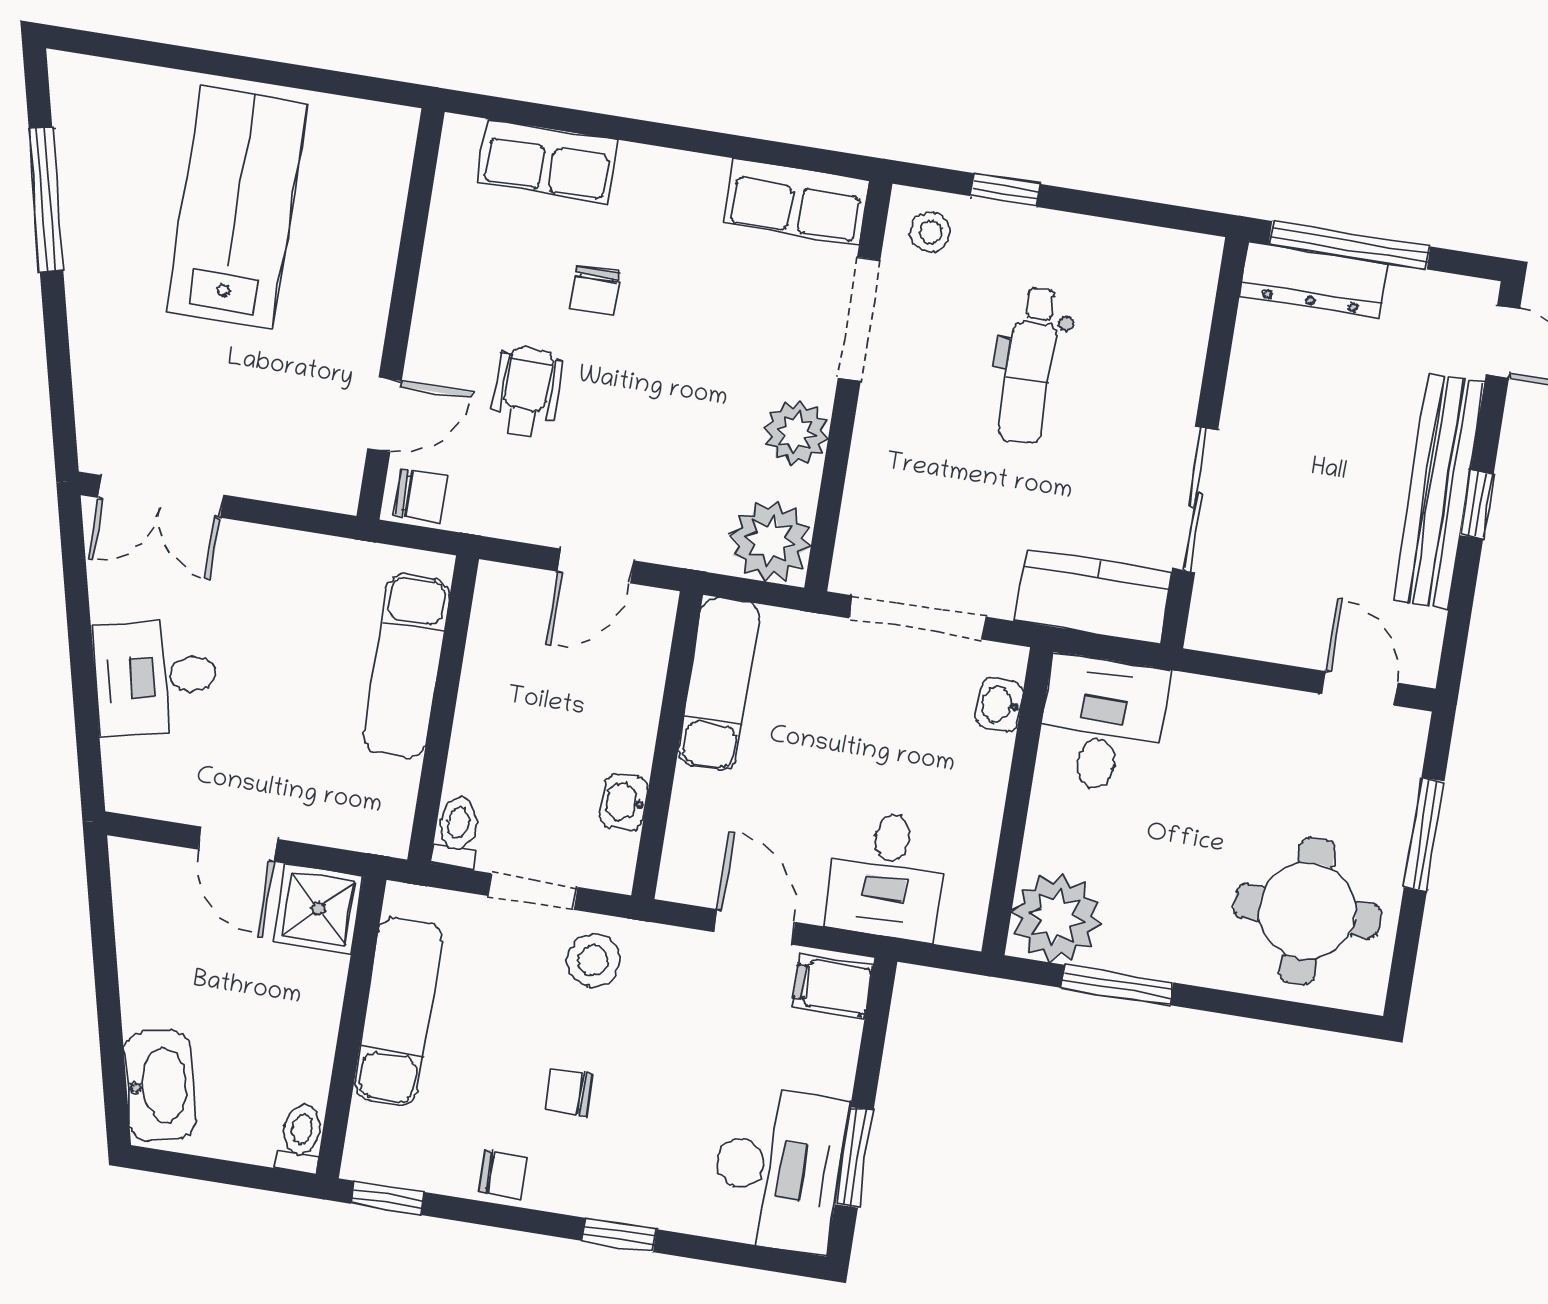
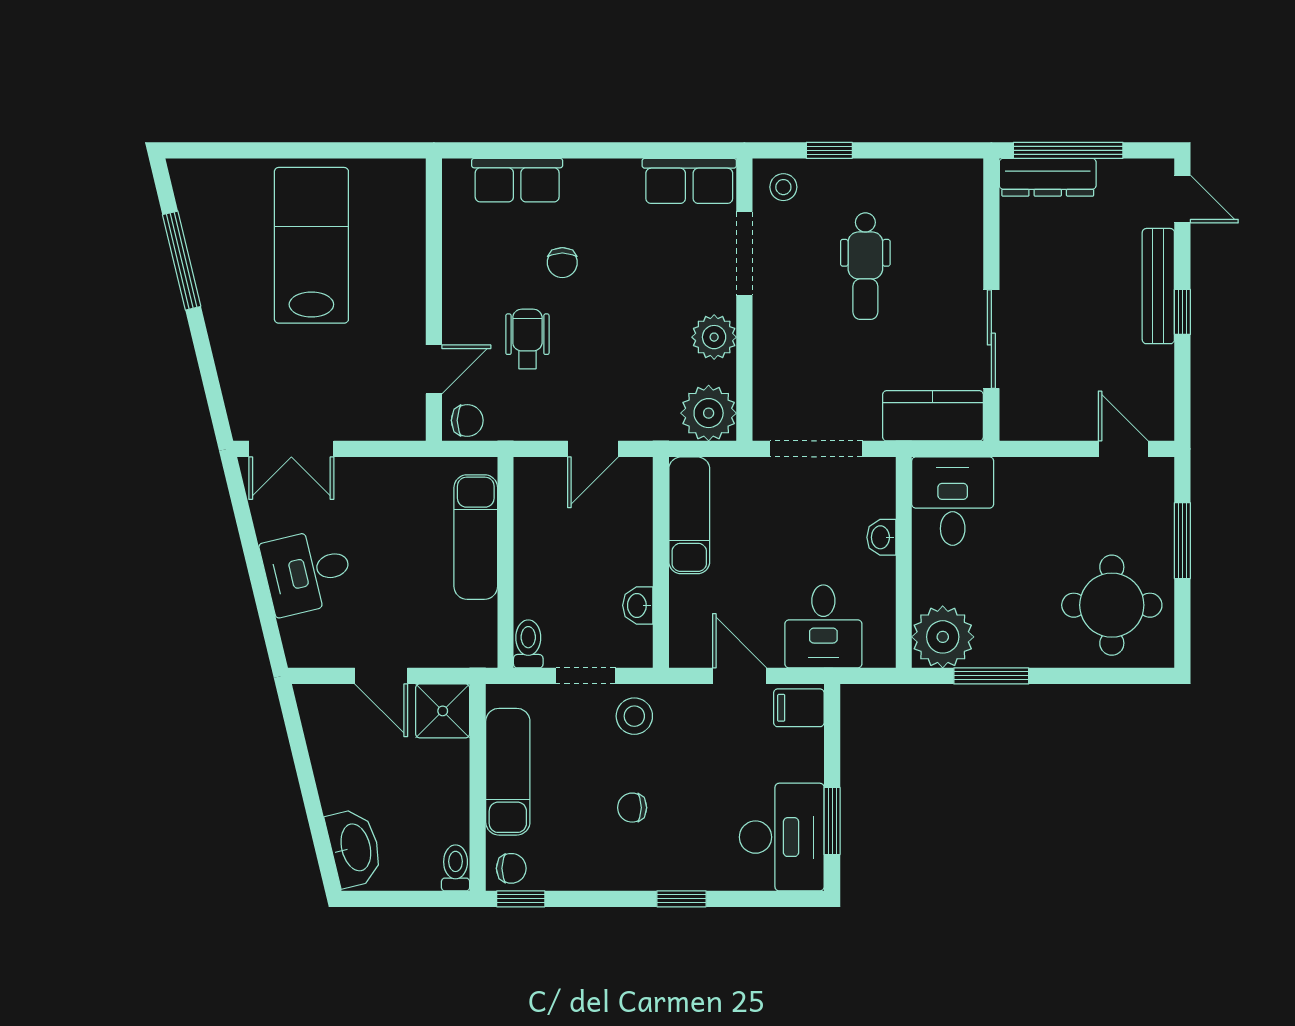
bench: (1438, 491) -> (1158, 286), width x0.73, depth x0.82
washbasin: (999, 705) -> (881, 537), moved
chair: (503, 1174) -> (511, 868), moved

